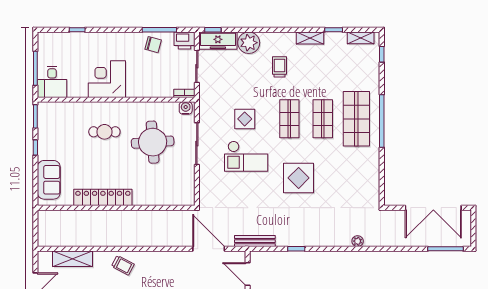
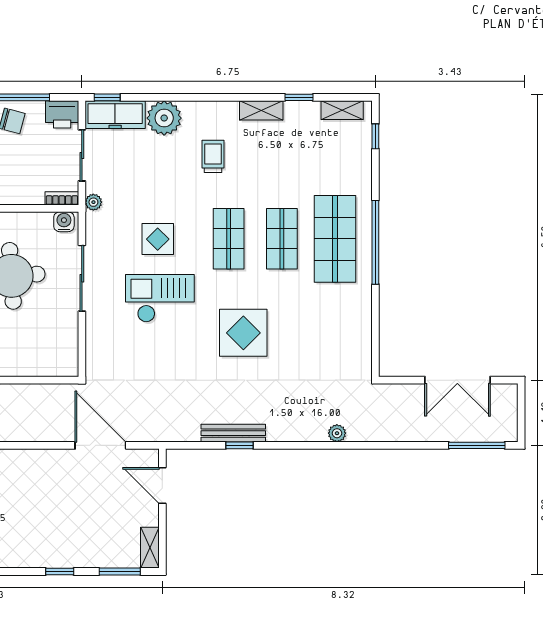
plant: (204, 96) -> (93, 202), added
checkout: (246, 156) -> (160, 298), turned 180
double door: (433, 208) -> (457, 380), width x0.73
bench: (255, 241) -> (233, 433), moved

